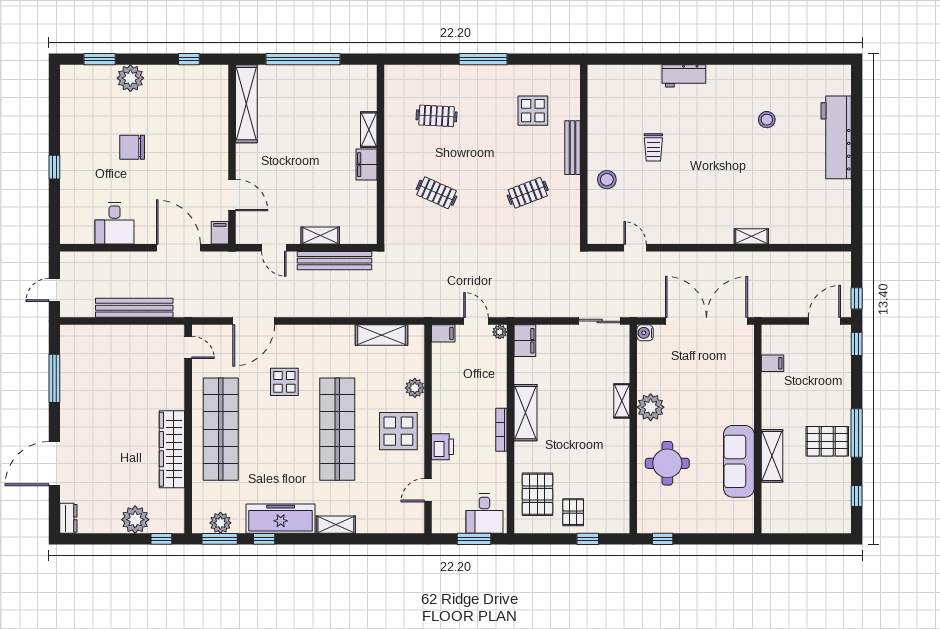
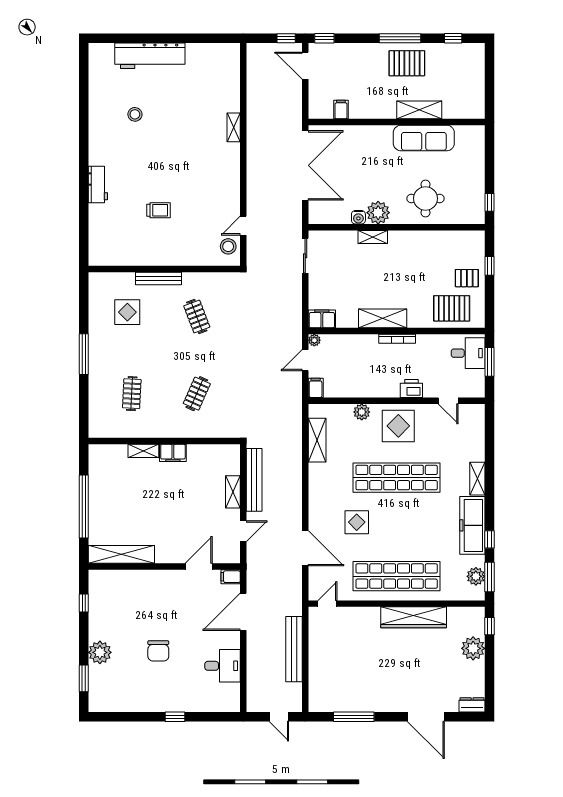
stool: (607, 180) -> (228, 246), moved
double door: (707, 321) -> (305, 165), swing flipped
water cooler: (645, 333) -> (358, 217), moved
pallet: (827, 441) -> (407, 63), turned 90

